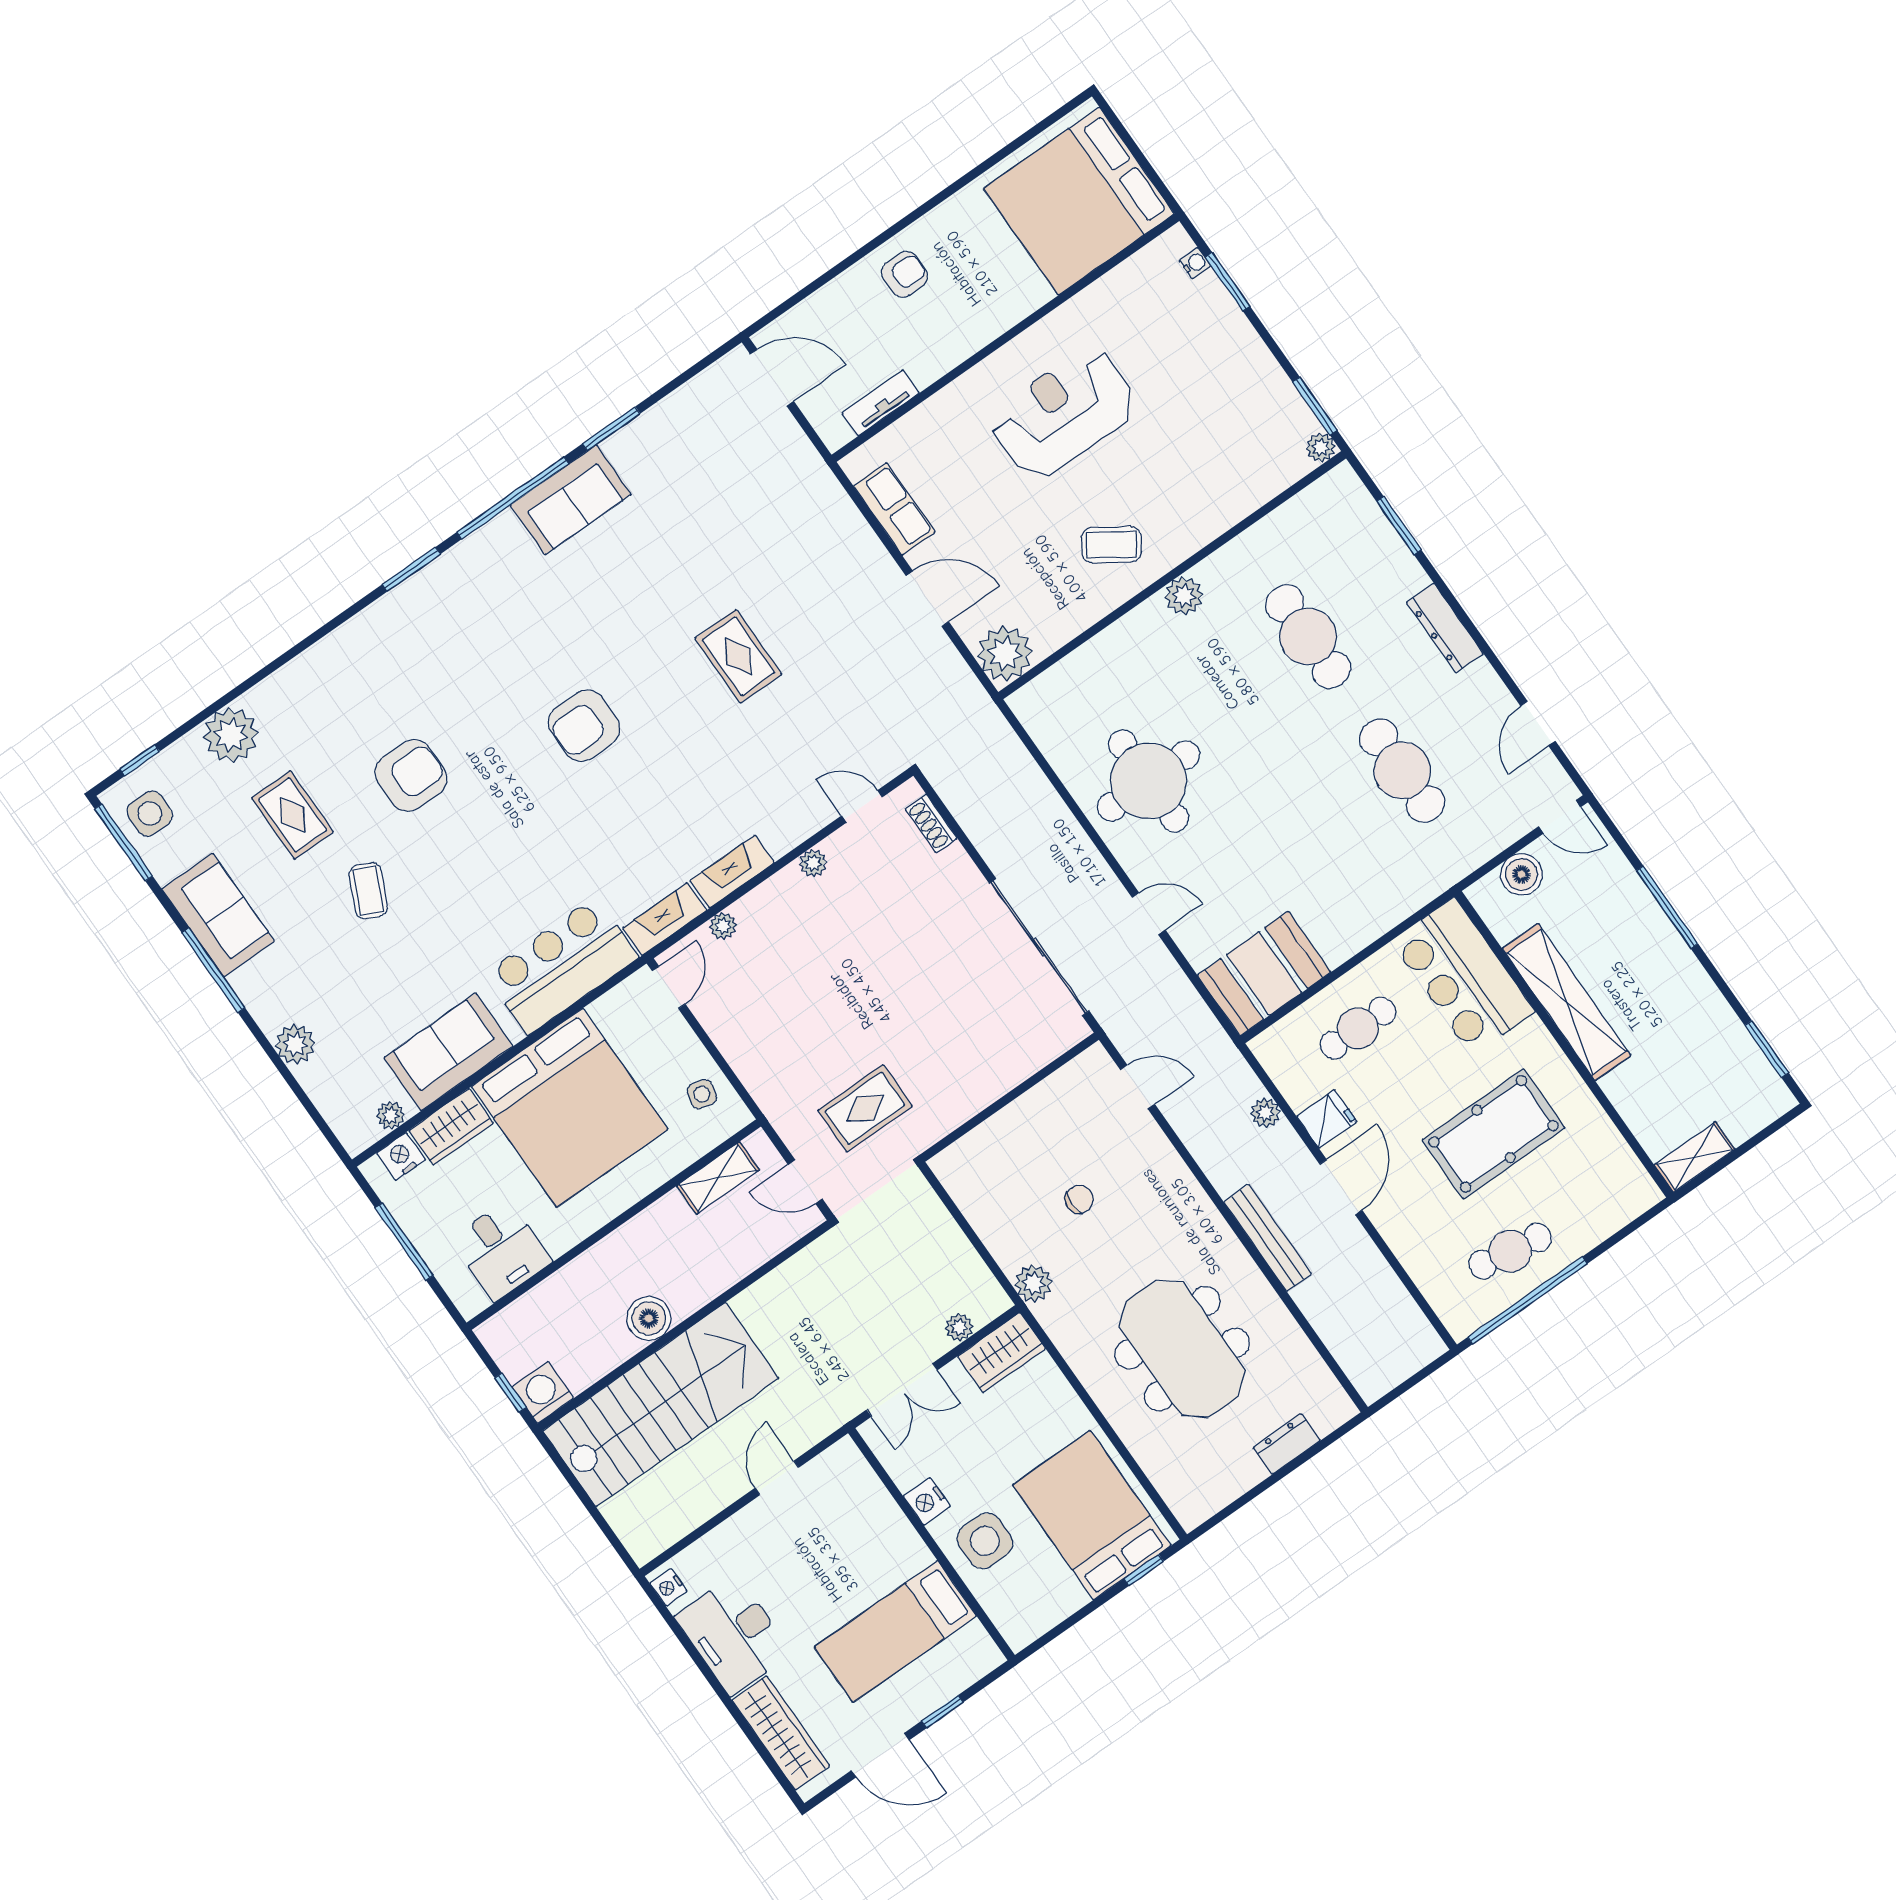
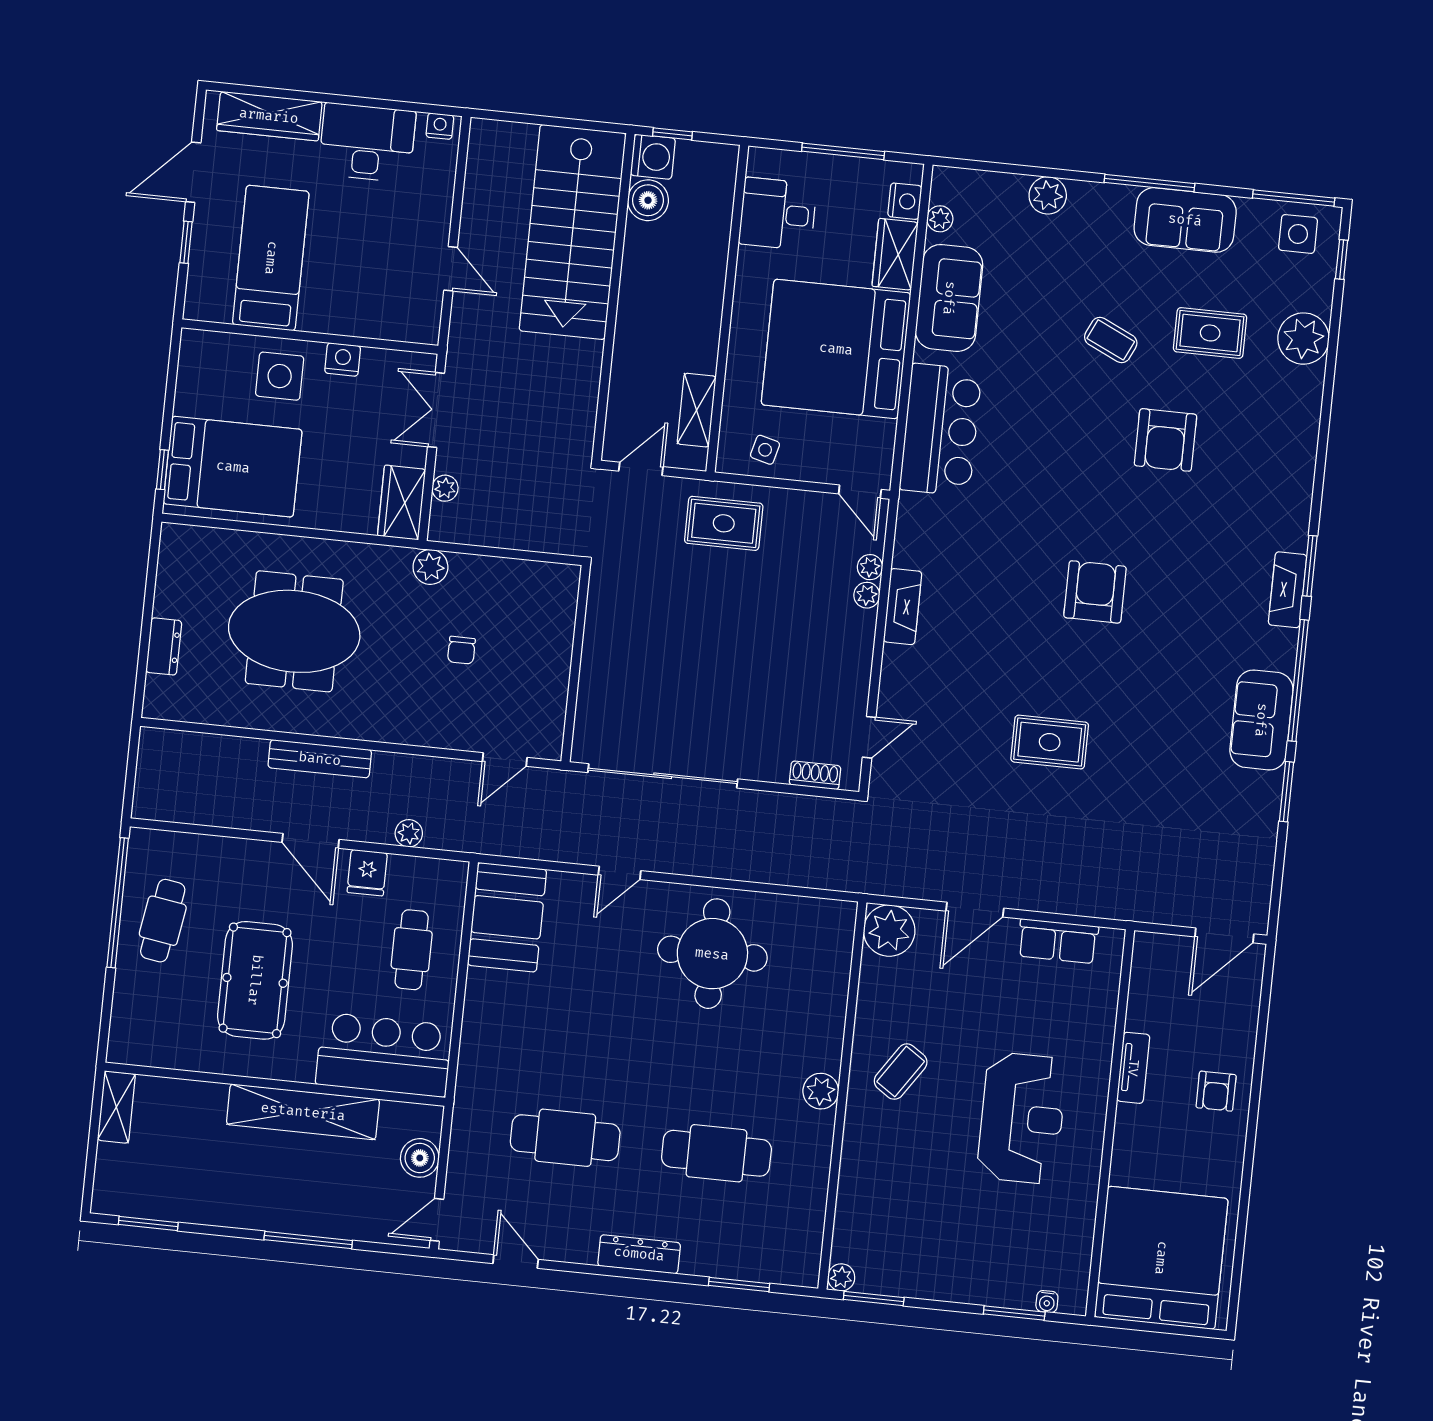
tv unit: (881, 403) -> (1133, 1068), moved
plant: (813, 863) -> (867, 595), moved
fireplace: (665, 919) -> (1288, 590), moved, turned 180
rug: (865, 1108) -> (724, 523), moved, turned 90
boiler: (649, 1318) -> (648, 200), moved

